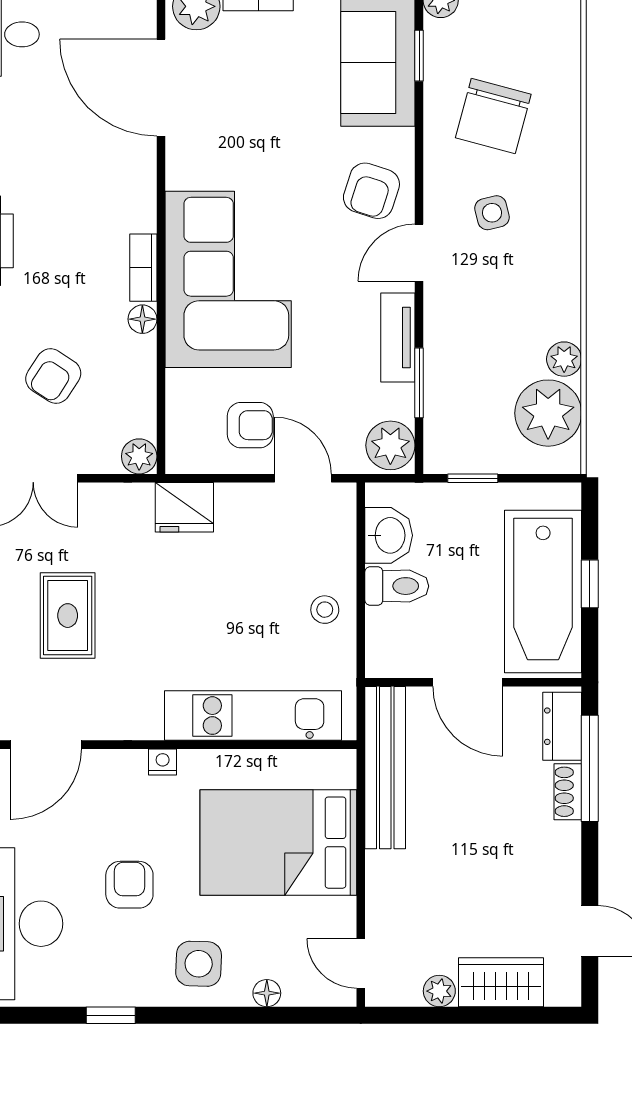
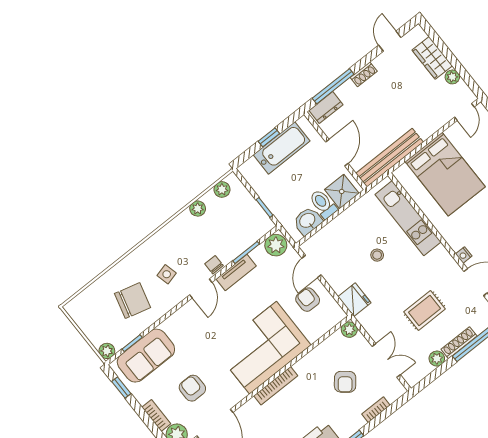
armchair: (371, 191) -> (192, 388), moved, turned -108
door: (419, 253) -> (201, 289), hinge flipped
bookcase: (143, 268) -> (276, 386), width x1.56
chair: (443, 309) -> (214, 265), added
floor lamp: (142, 319) -> (301, 366), removed
armchair: (53, 376) -> (345, 382), turned 96
plant: (548, 413) -> (222, 189), width x0.53, depth x0.53
bathtub: (543, 591) -> (282, 148), width x0.73, depth x0.73
stool: (325, 610) -> (377, 255), moved
shower: (393, 636) -> (342, 191), added
nightstand: (163, 762) -> (464, 255), moved
shoe rack: (568, 792) -> (364, 74), moved

